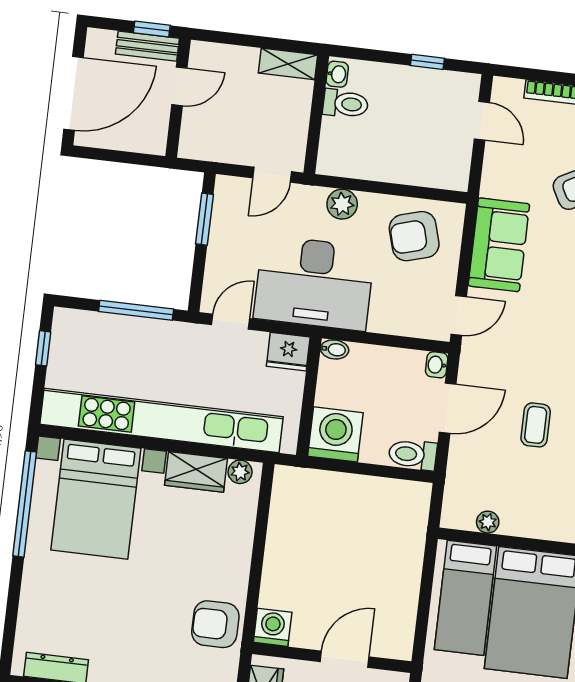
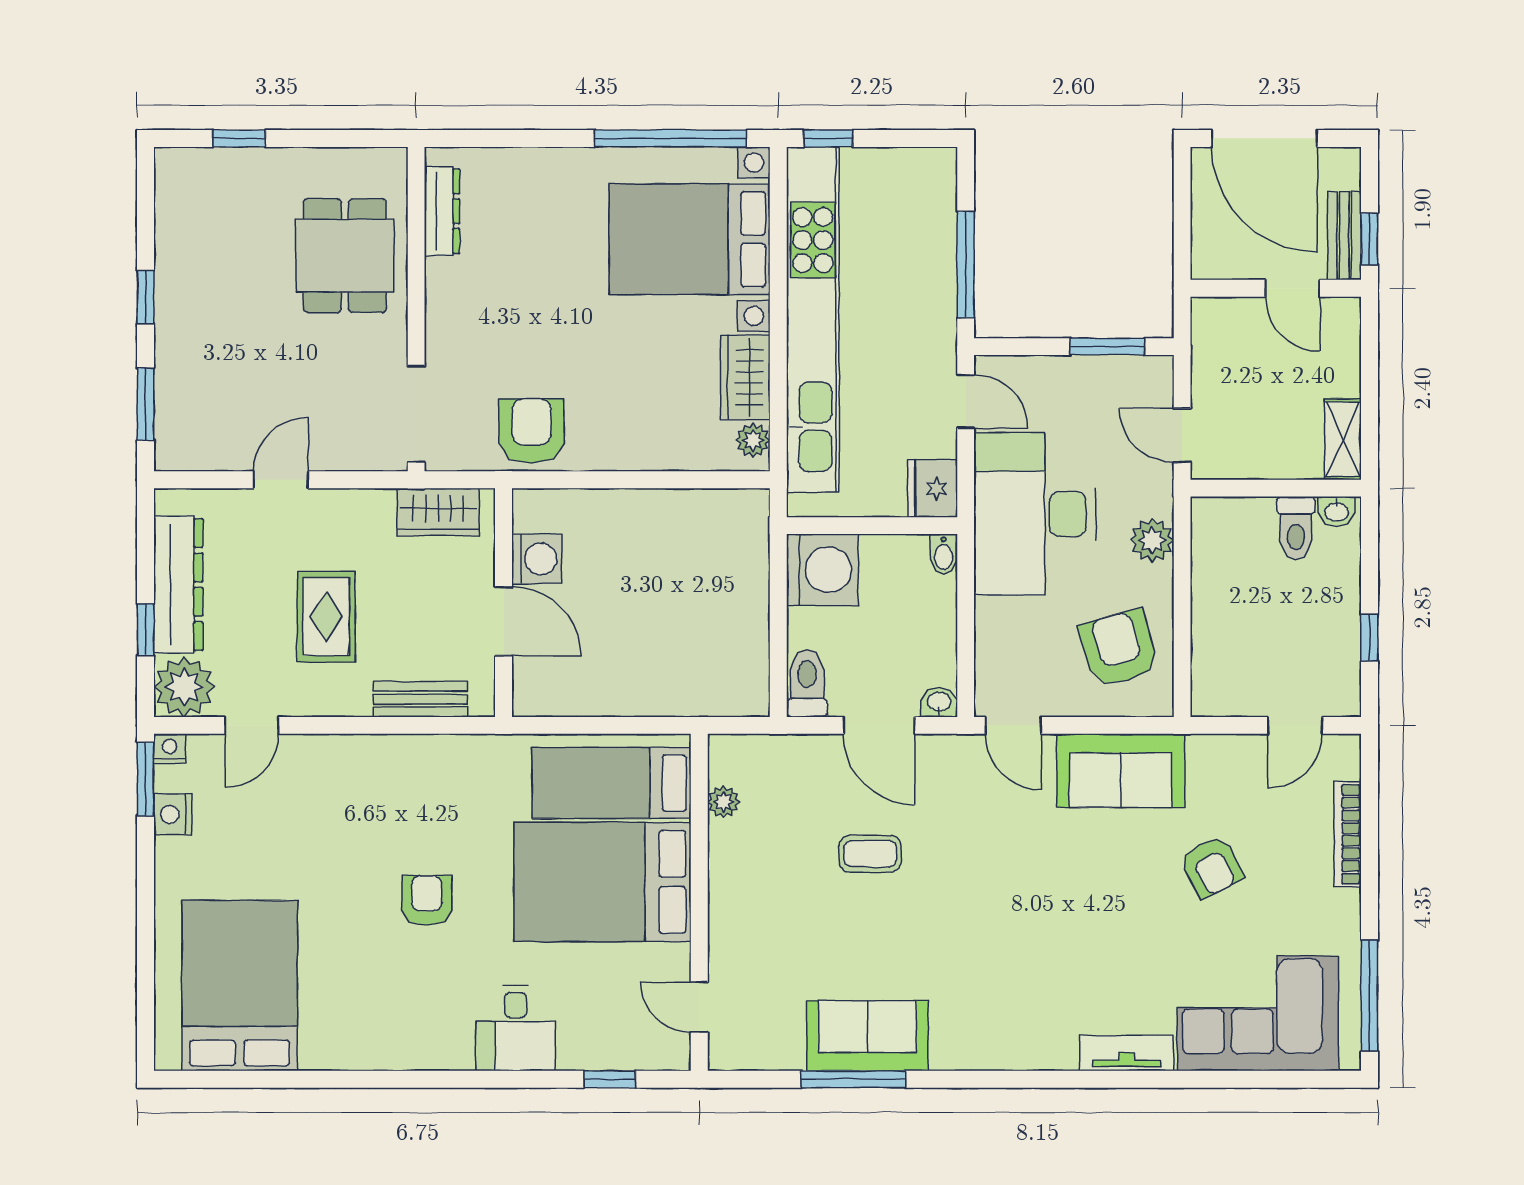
window: (43, 348) -> (828, 138), moved
washing machine: (273, 627) -> (537, 559), moved

